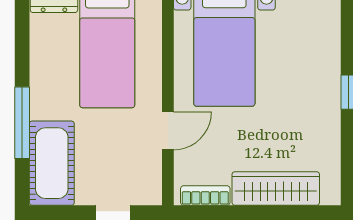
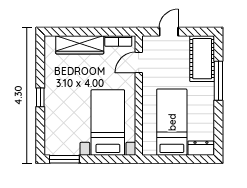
door: (168, 131) -> (139, 62), moved

